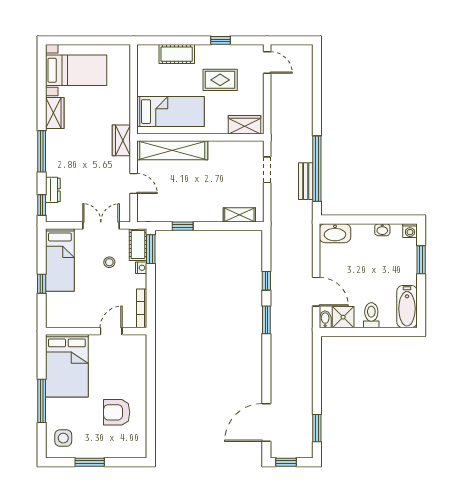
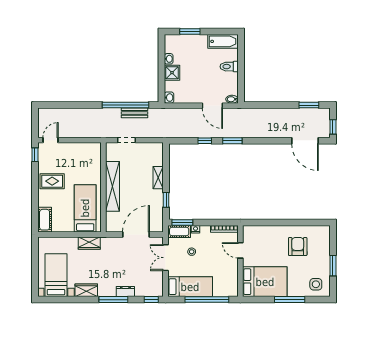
window: (221, 40) -> (35, 155), moved
cot: (177, 54) -> (45, 220), moved
rug: (220, 80) -> (52, 181), moved, turned 90
wardrobe: (245, 125) -> (94, 156), removed
wardrobe: (121, 140) -> (89, 243), moved
shelving: (172, 150) -> (113, 186), moved
door: (134, 184) -> (136, 234), width x1.88
dresser: (53, 190) -> (125, 292), moved
shelving: (239, 215) -> (158, 178), moved
washing machine: (410, 231) -> (169, 39), removed
washbasin: (335, 233) -> (169, 98), width x0.52, depth x0.69
window: (42, 284) -> (207, 300), width x3.17
door: (316, 292) -> (212, 106), swing flipped
shower: (343, 317) -> (172, 73), moved
armchair: (117, 412) -> (298, 247), turned 180

